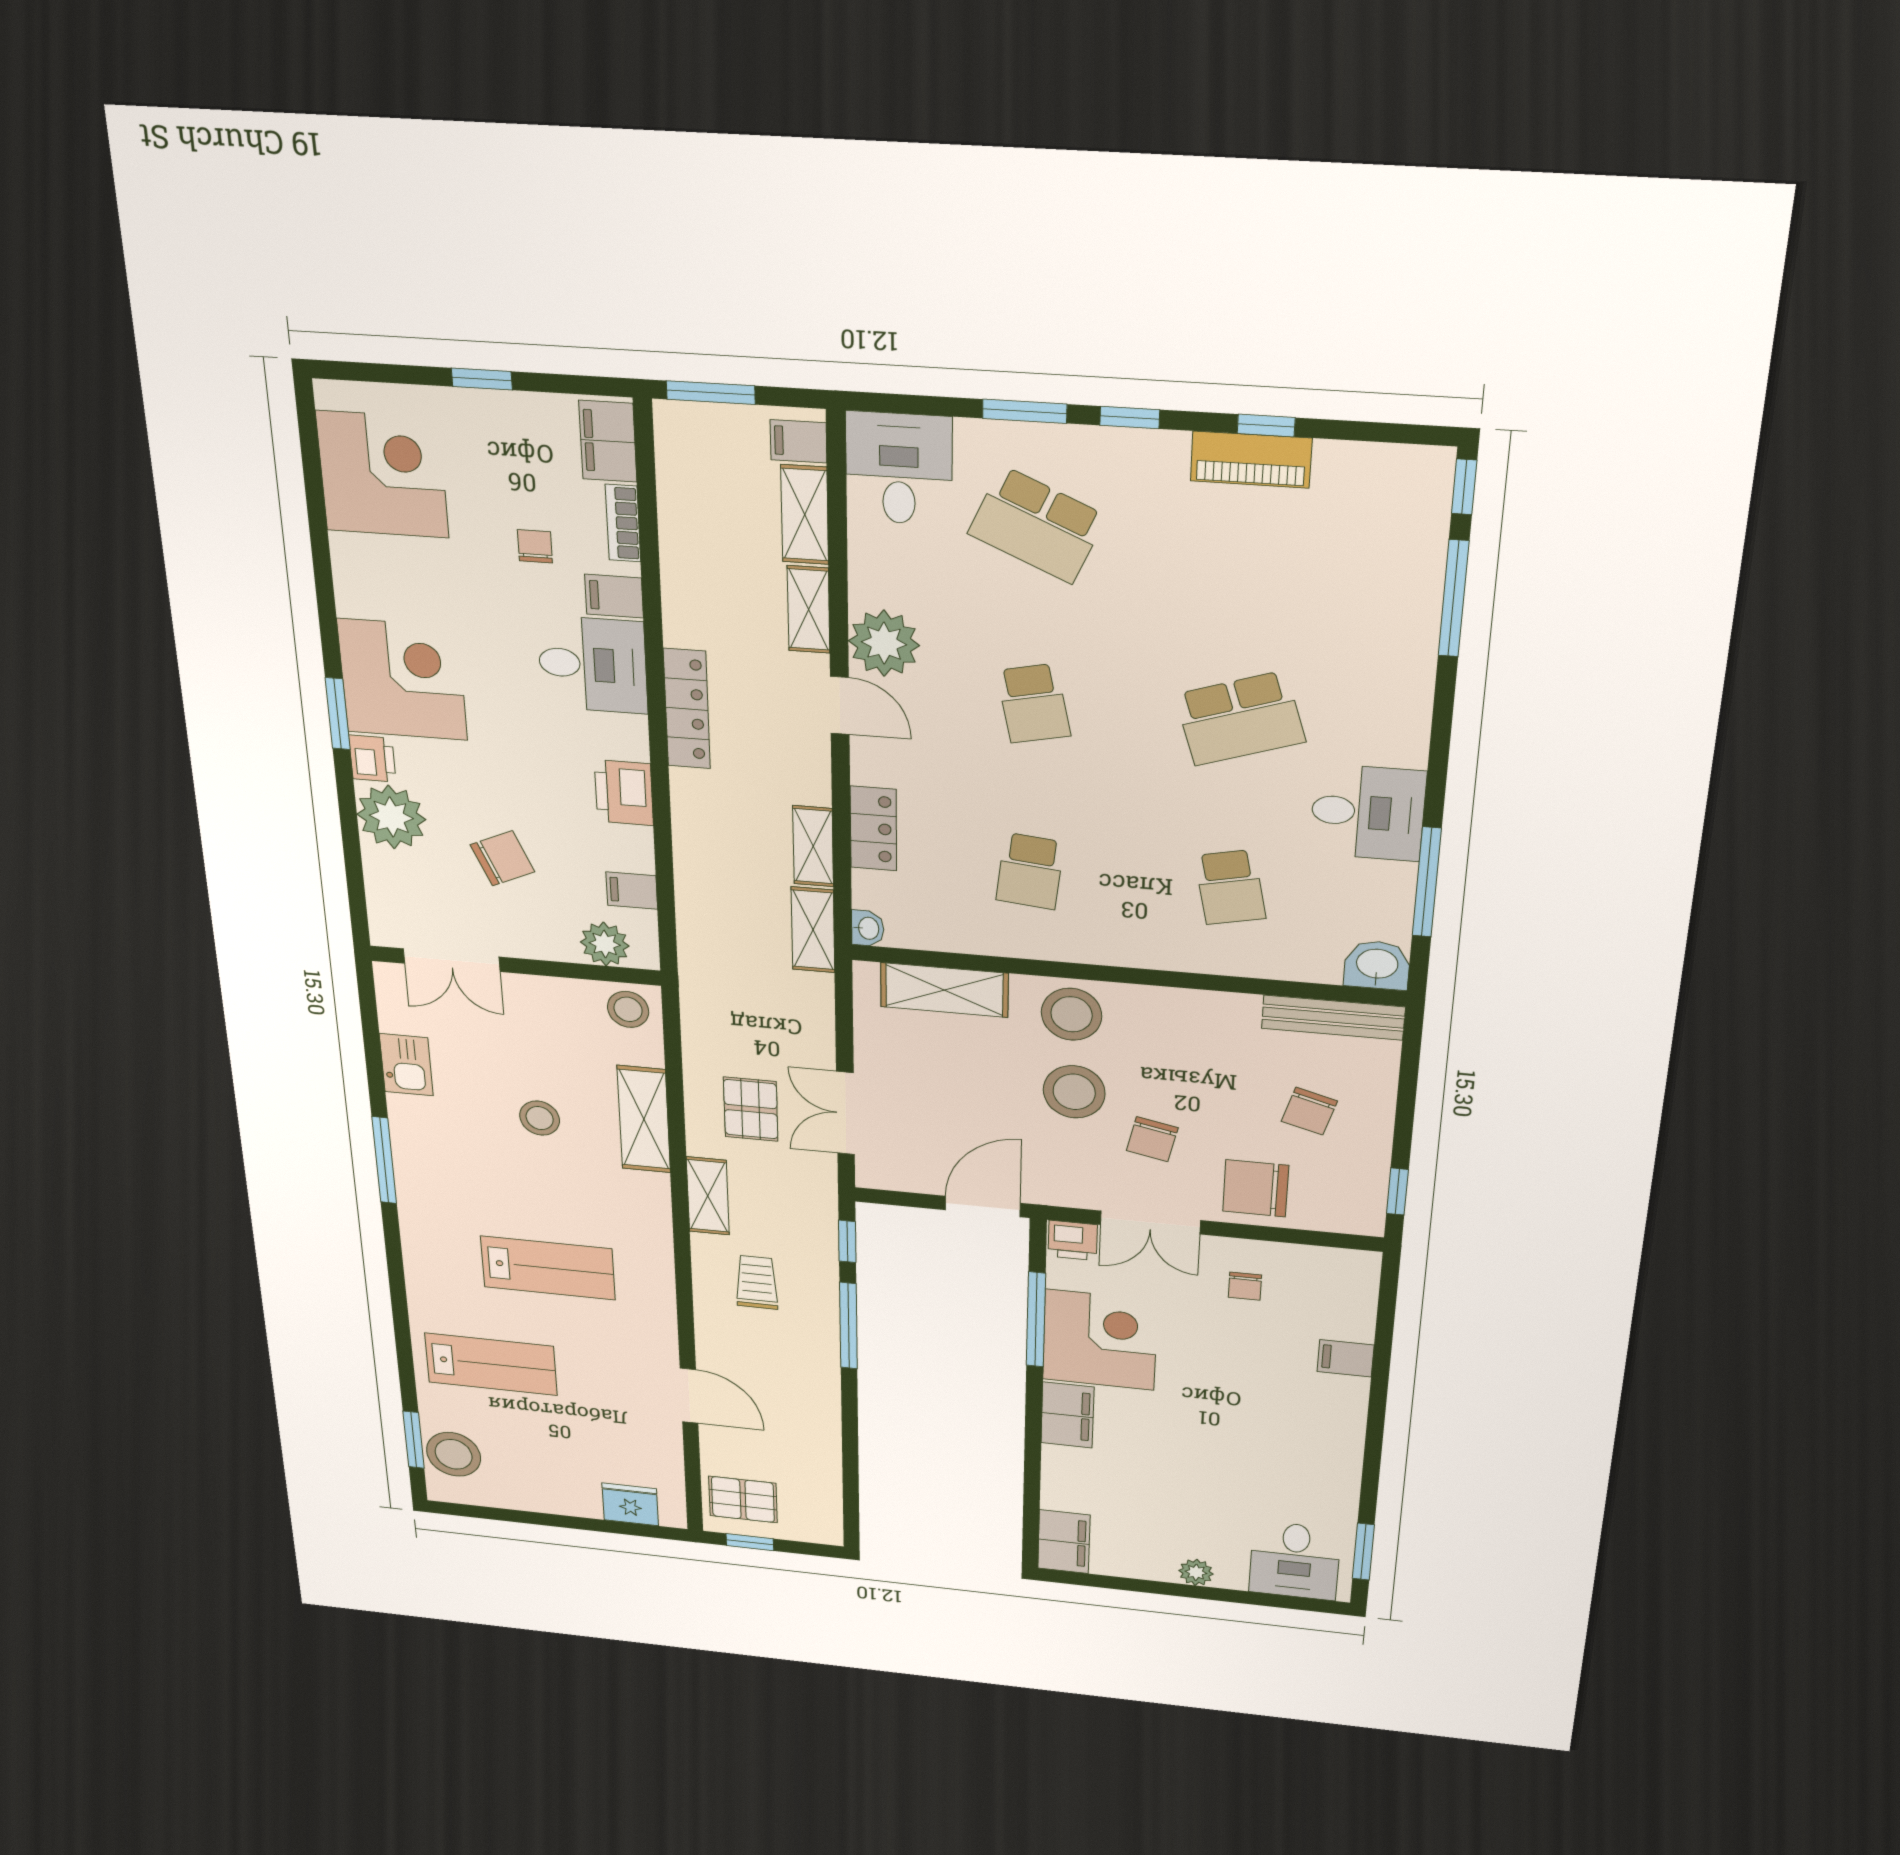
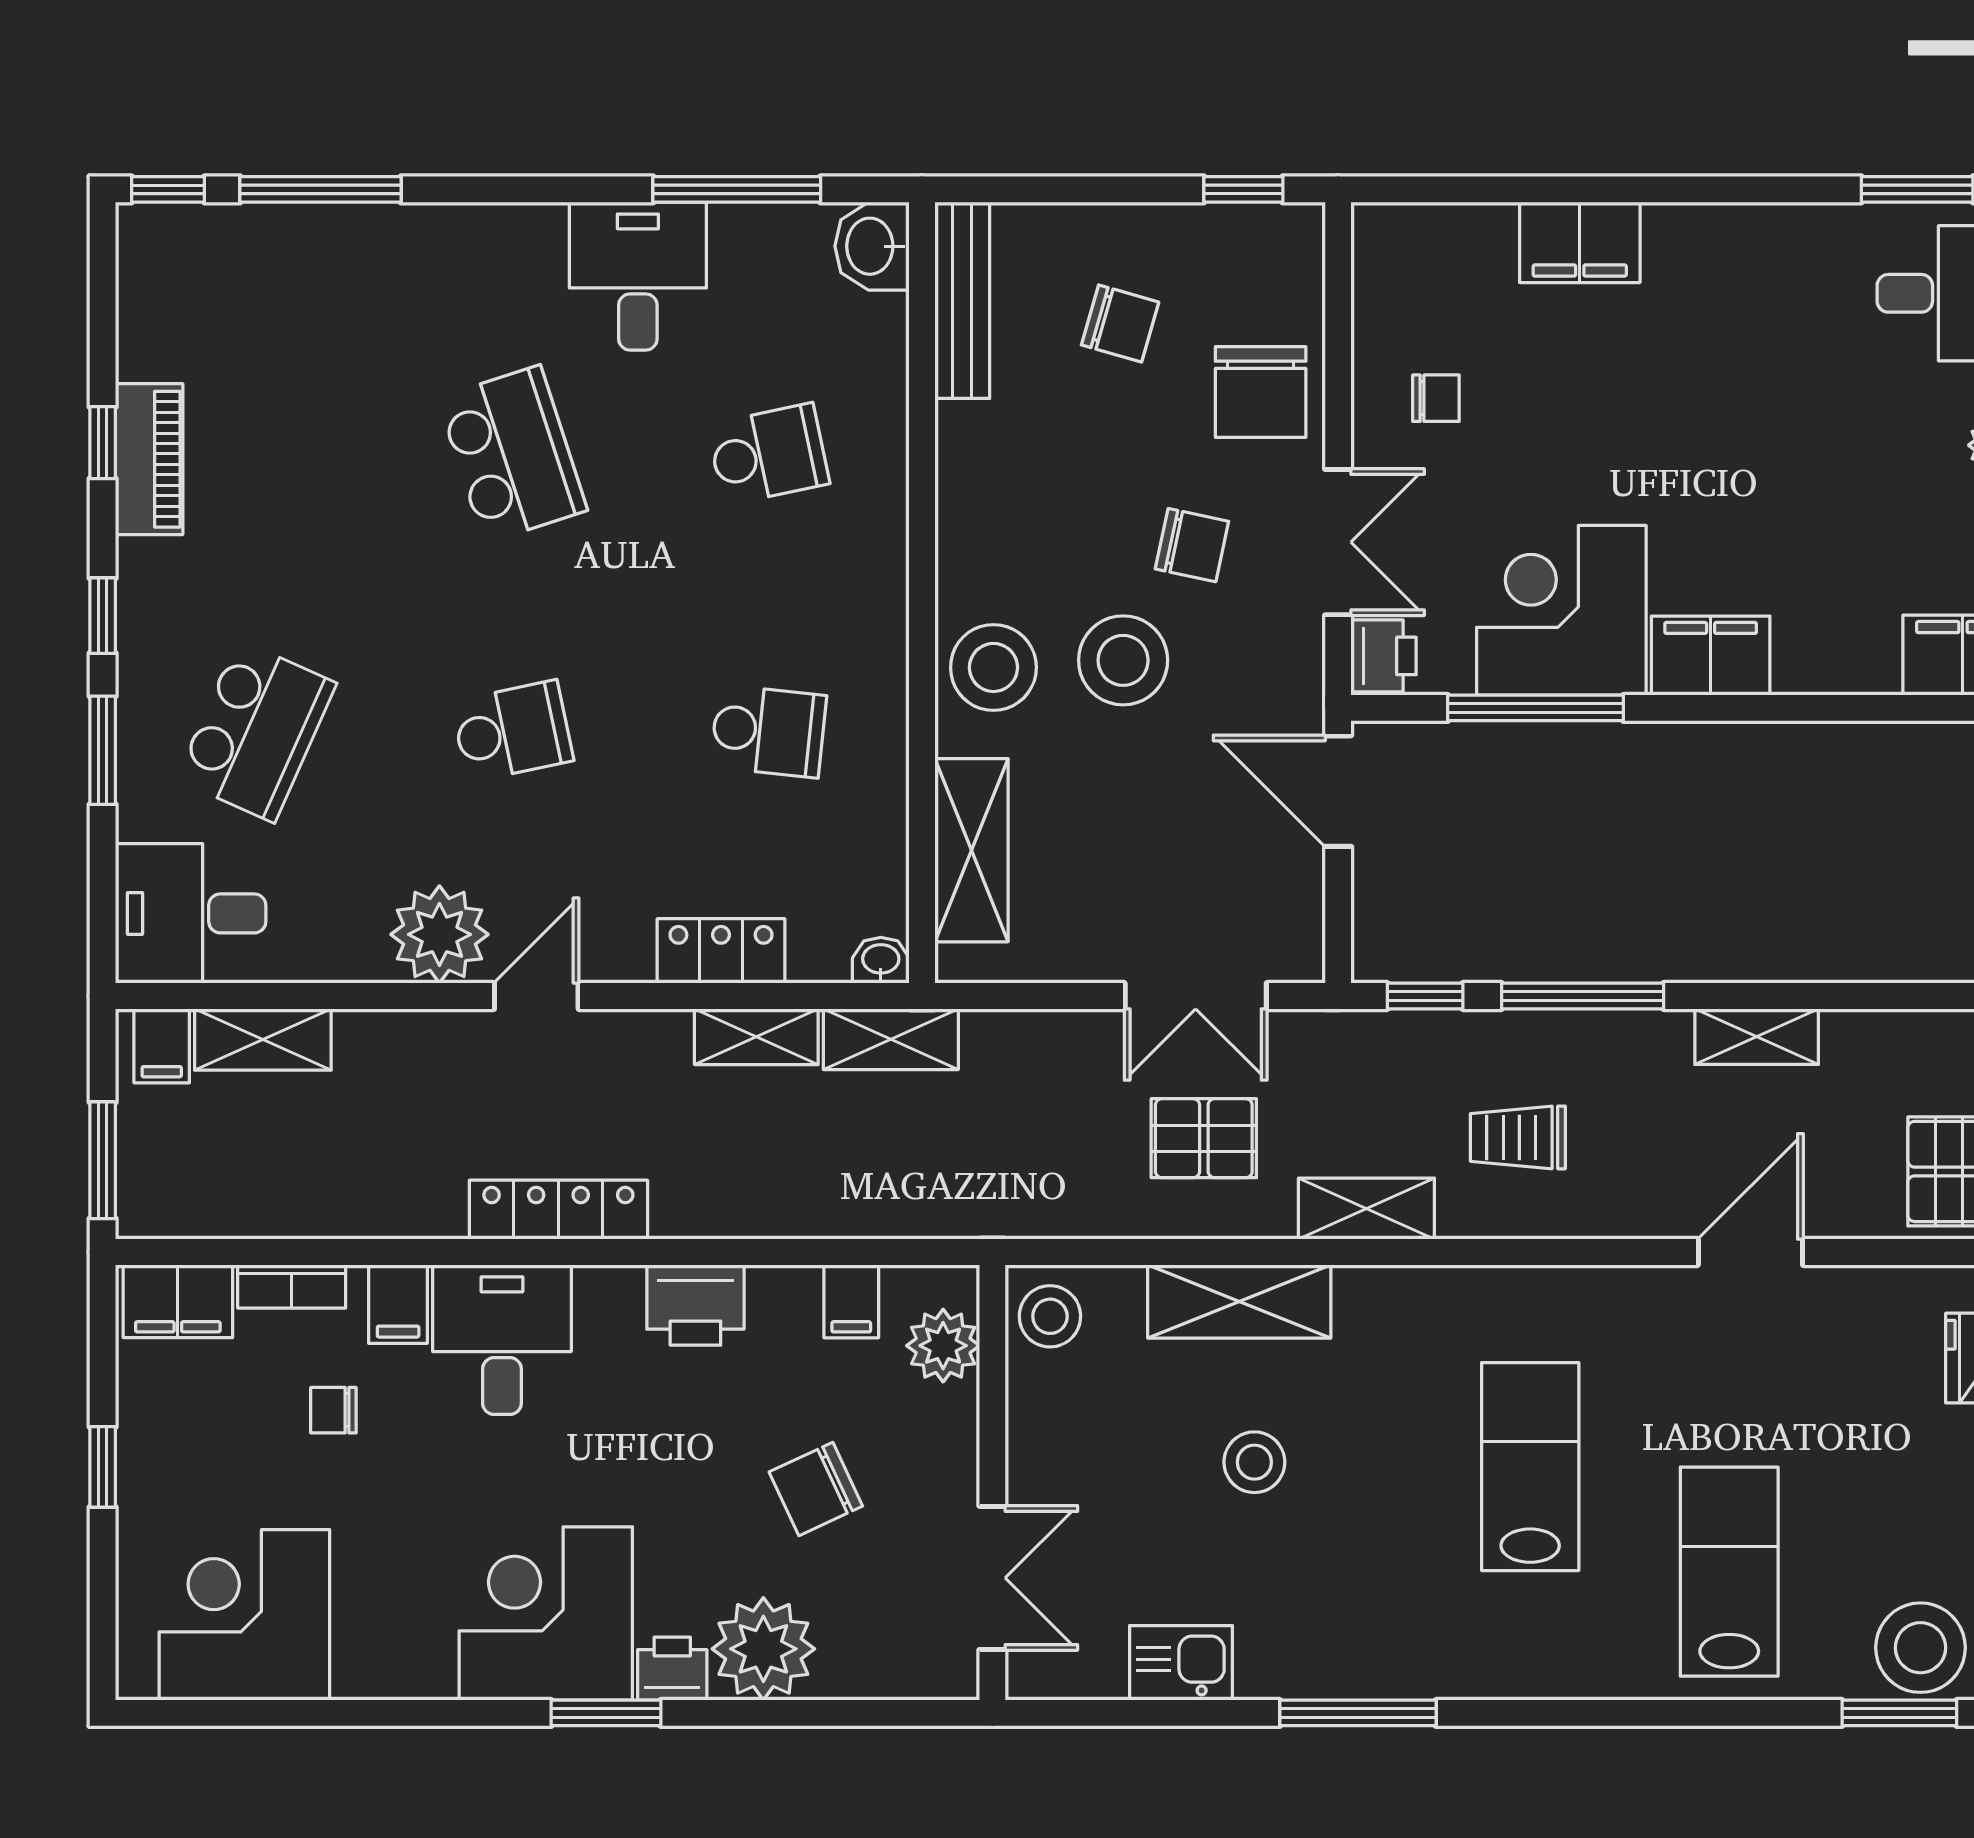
shelving: (809, 610) -> (1757, 1037), moved
chair: (502, 858) -> (816, 1489), turned -91
filing cabinet: (1346, 1358) -> (1580, 242), width x2.00

